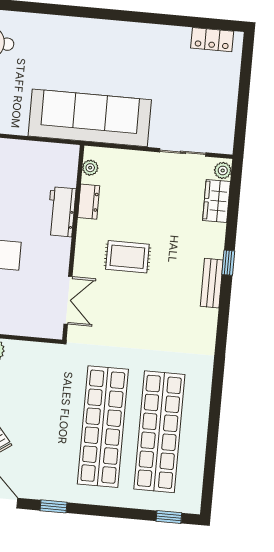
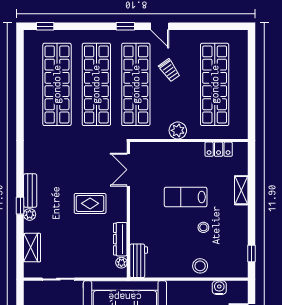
plant: (223, 170) -> (30, 214), moved
dresser: (89, 202) -> (120, 239), width x1.44
workbench: (61, 212) -> (139, 261), moved
shop shelf: (46, 422) -> (136, 84), added

